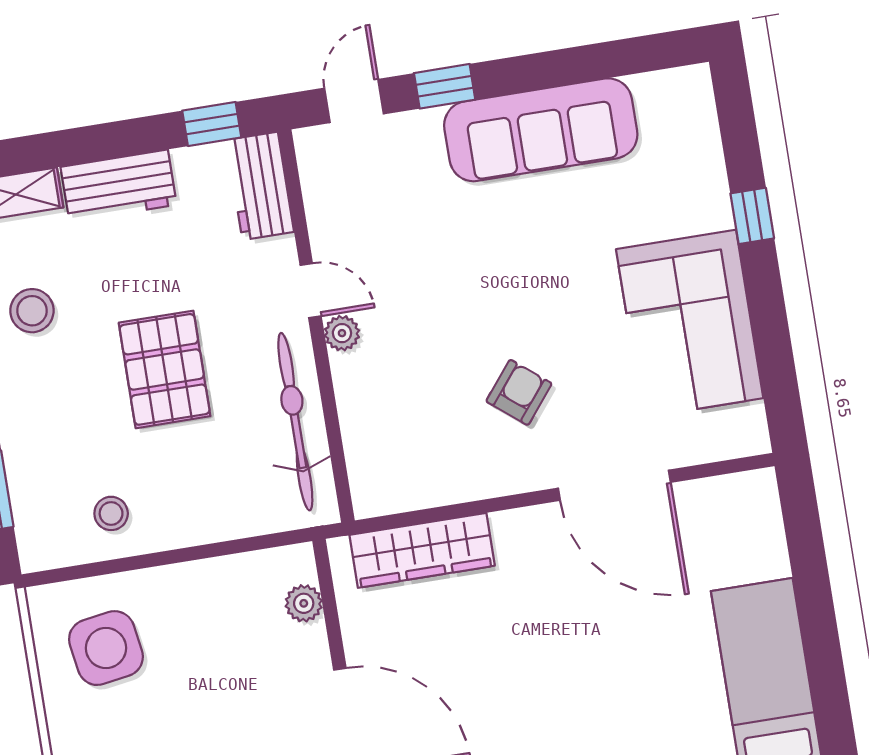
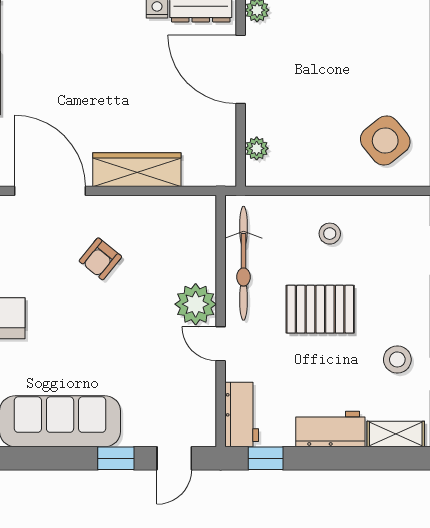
plant: (342, 333) -> (196, 304), width x1.88, depth x1.88
pallet: (165, 369) -> (320, 309), turned 90
stool: (111, 513) -> (330, 234), moved
wardrobe: (422, 550) -> (137, 170), moved
side table: (106, 648) -> (385, 140), turned -30

